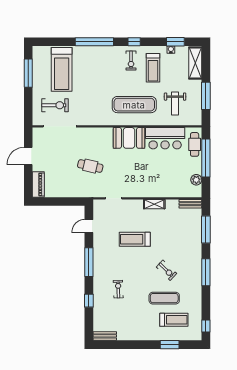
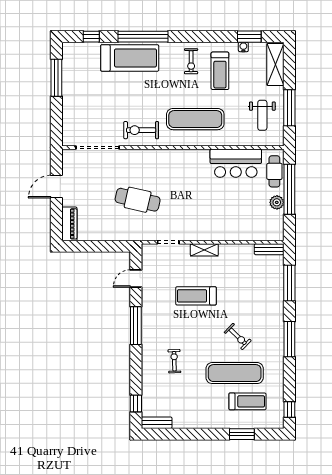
window: (134, 42) -> (91, 37), moved
treadmill: (62, 69) -> (130, 58), moved, turned -90
weight bench: (175, 104) -> (262, 115), moved
exercise bike: (55, 105) -> (141, 130), moved, turned 180
booth: (129, 138) -> (188, 163), removed
cafe table: (90, 166) -> (138, 200), width x1.37, depth x1.35
plant: (196, 180) -> (277, 202), moved
shelving: (154, 204) -> (204, 250), moved
exercise mat: (164, 298) -> (235, 373), width x1.36, depth x1.45
window: (89, 301) -> (136, 403), moved

